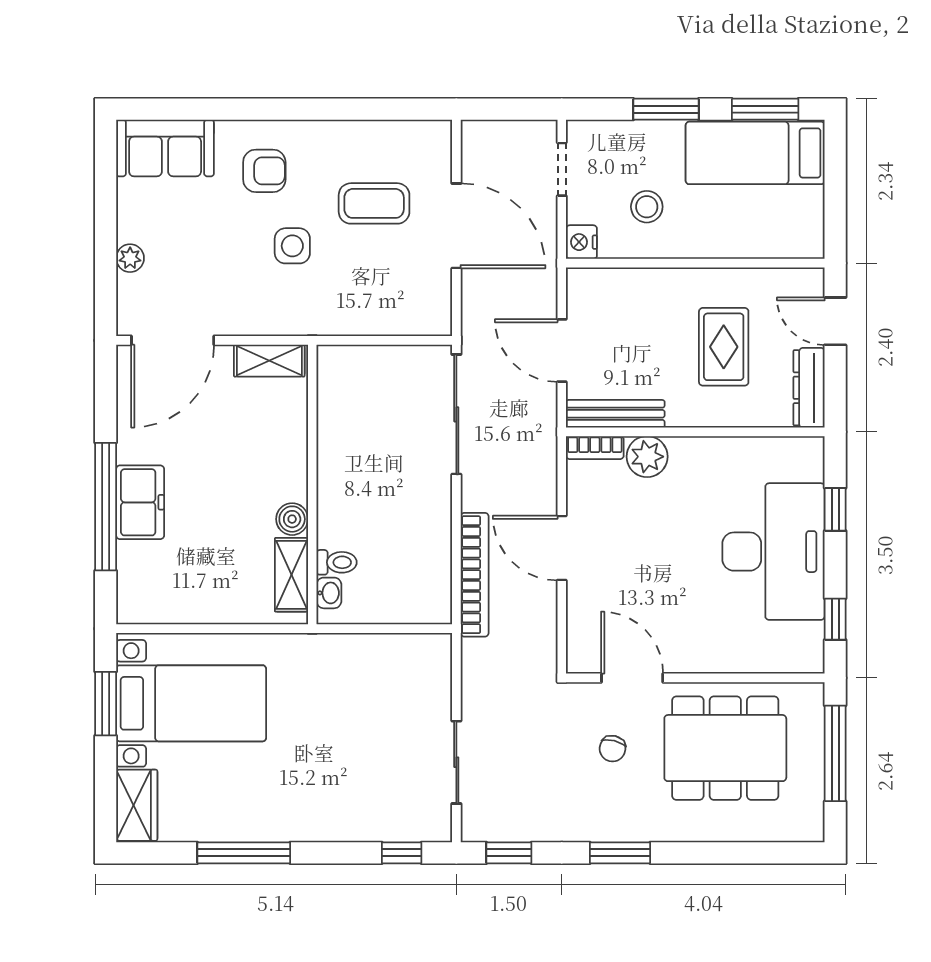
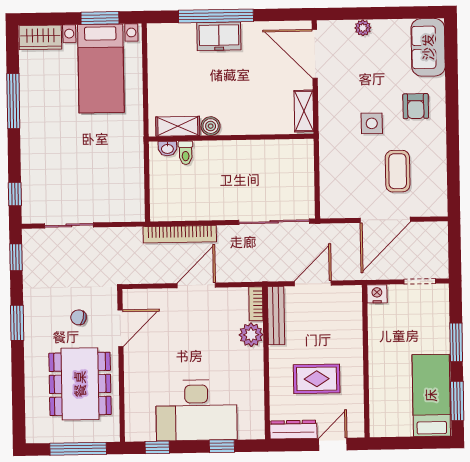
stool: (647, 207) -> (398, 332), removed

